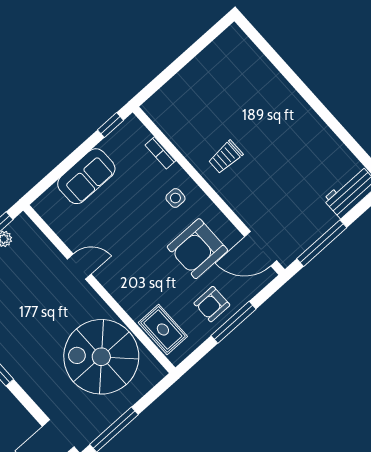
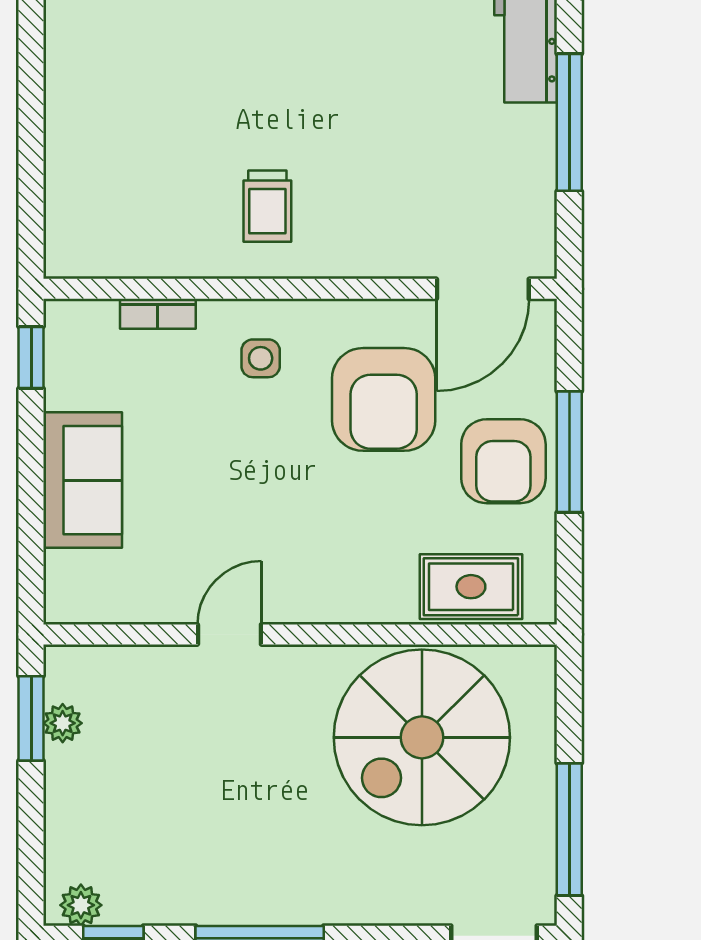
window: (322, 243) -> (569, 122), moved
armchair: (212, 304) -> (503, 461), width x1.38, depth x1.38

